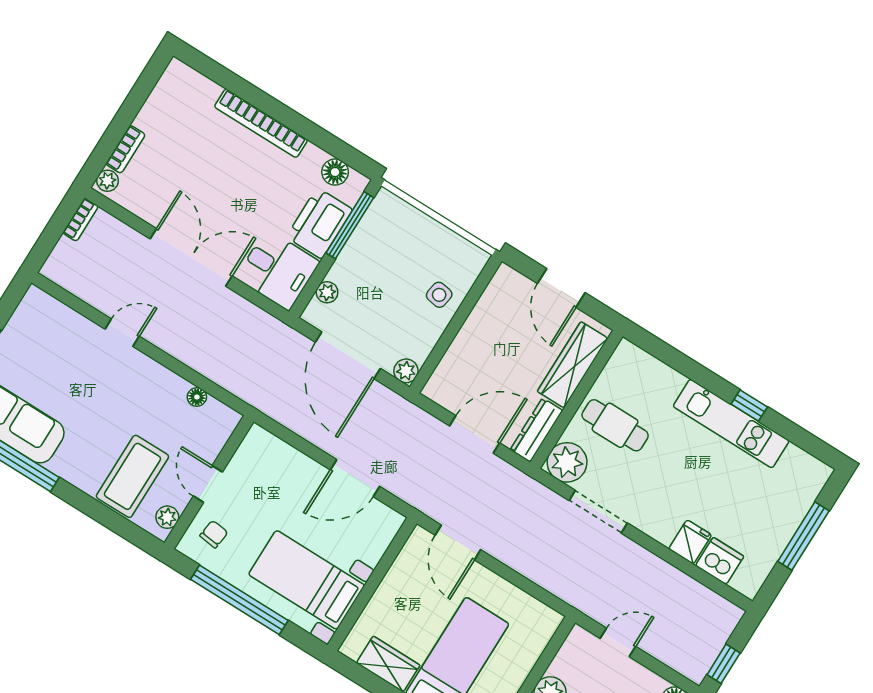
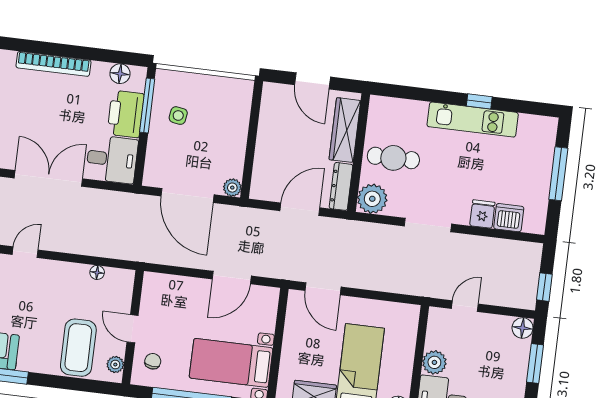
plant: (327, 292) -> (153, 159), removed
side table: (439, 295) -> (178, 116), moved
doorway: (598, 512) -> (428, 225), moved

